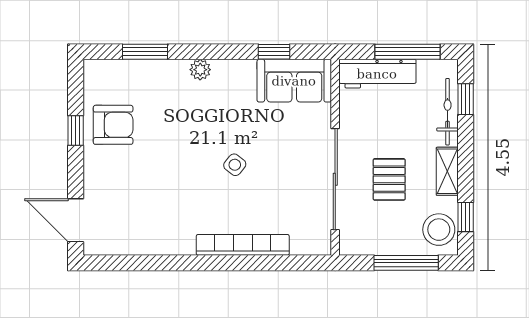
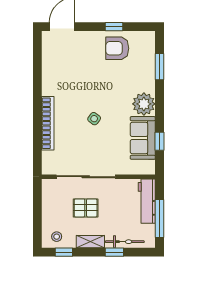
plant: (200, 70) -> (144, 104), width x1.88, depth x1.88
sofa: (294, 81) -> (143, 138), moved
window: (466, 99) -> (114, 252), moved
armchair: (113, 125) -> (117, 48), turned 90
stool: (439, 230) -> (57, 237), width x0.53, depth x0.53
window: (406, 263) -> (37, 218), removed

